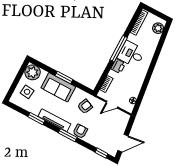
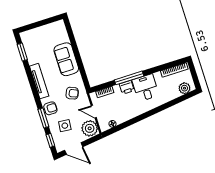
window: (119, 49) -> (129, 78), moved
plant: (33, 72) -> (90, 128), moved
window: (64, 78) -> (78, 56), removed
side table: (27, 92) -> (65, 126), moved
window: (36, 119) -> (22, 52), moved
window: (68, 135) -> (43, 118), moved

